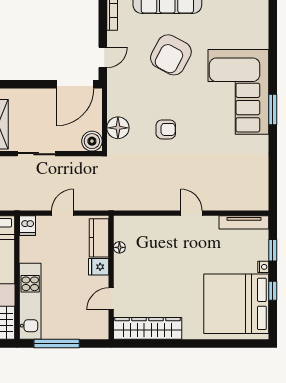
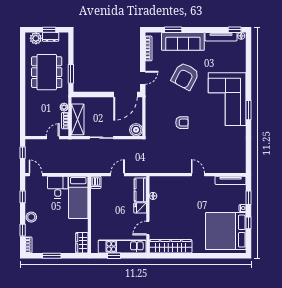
floor lamp: (118, 128) -> (152, 122), removed
kitchen unit: (30, 301) -> (122, 246), moved, turned -90
window: (57, 344) -> (114, 256), width x0.46

